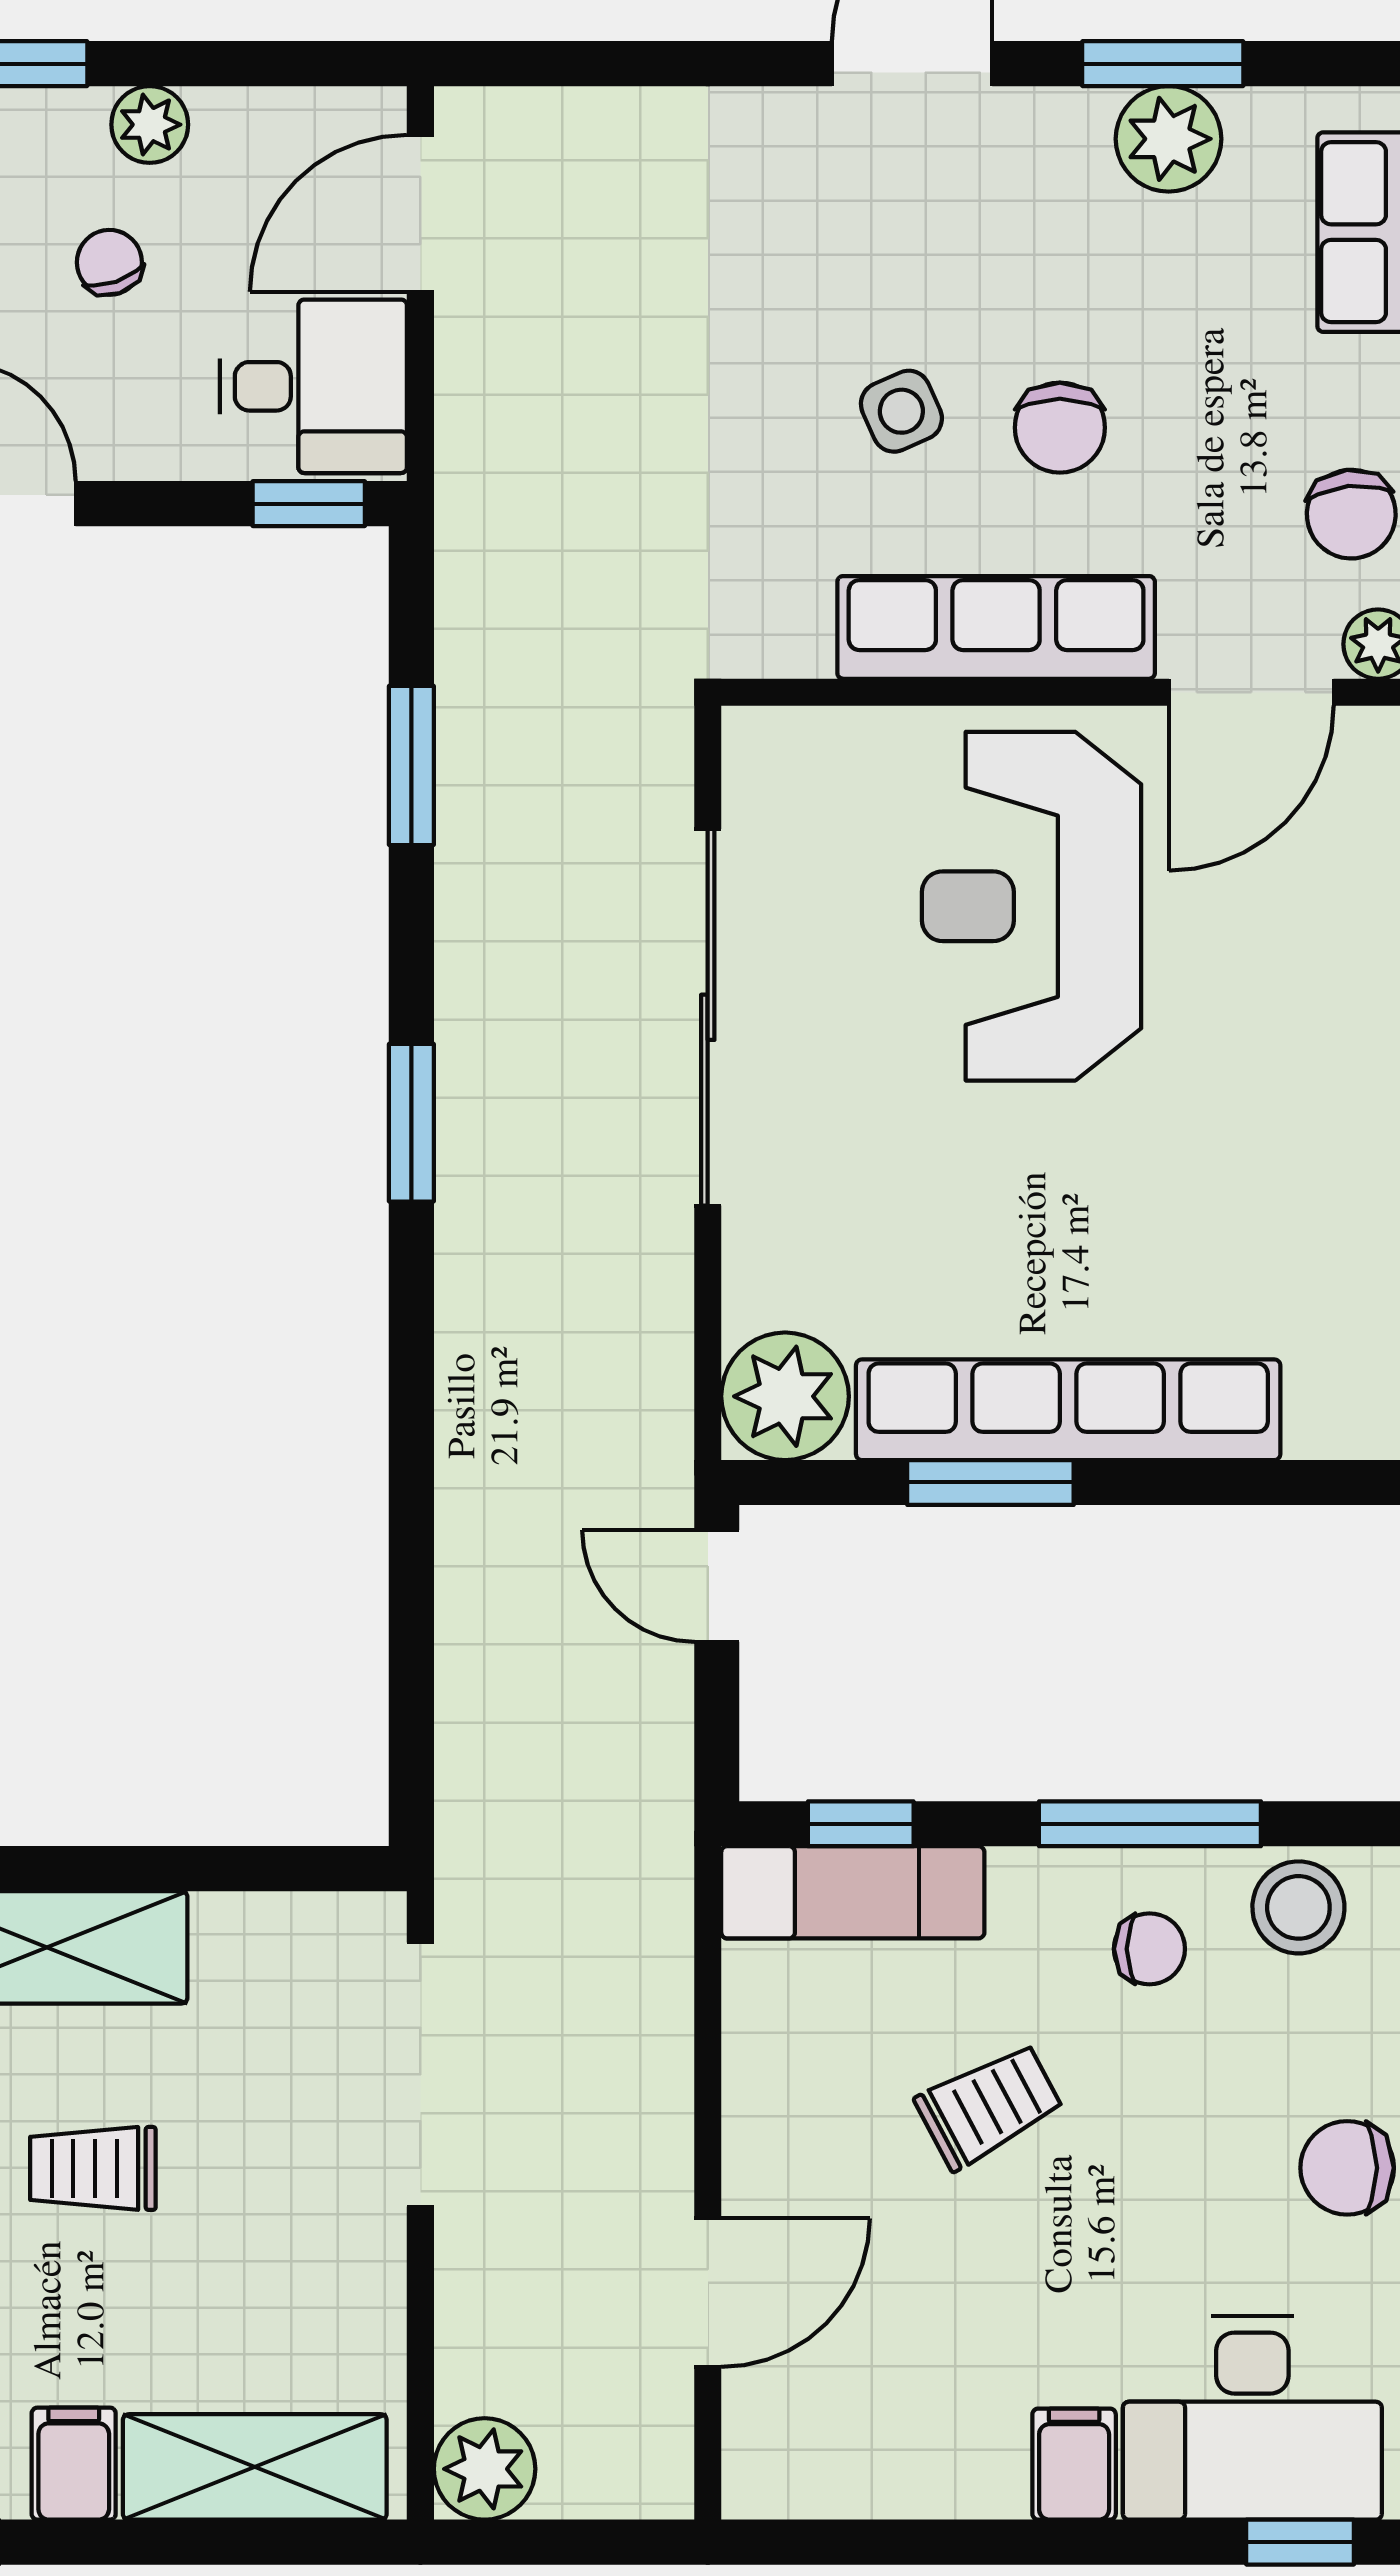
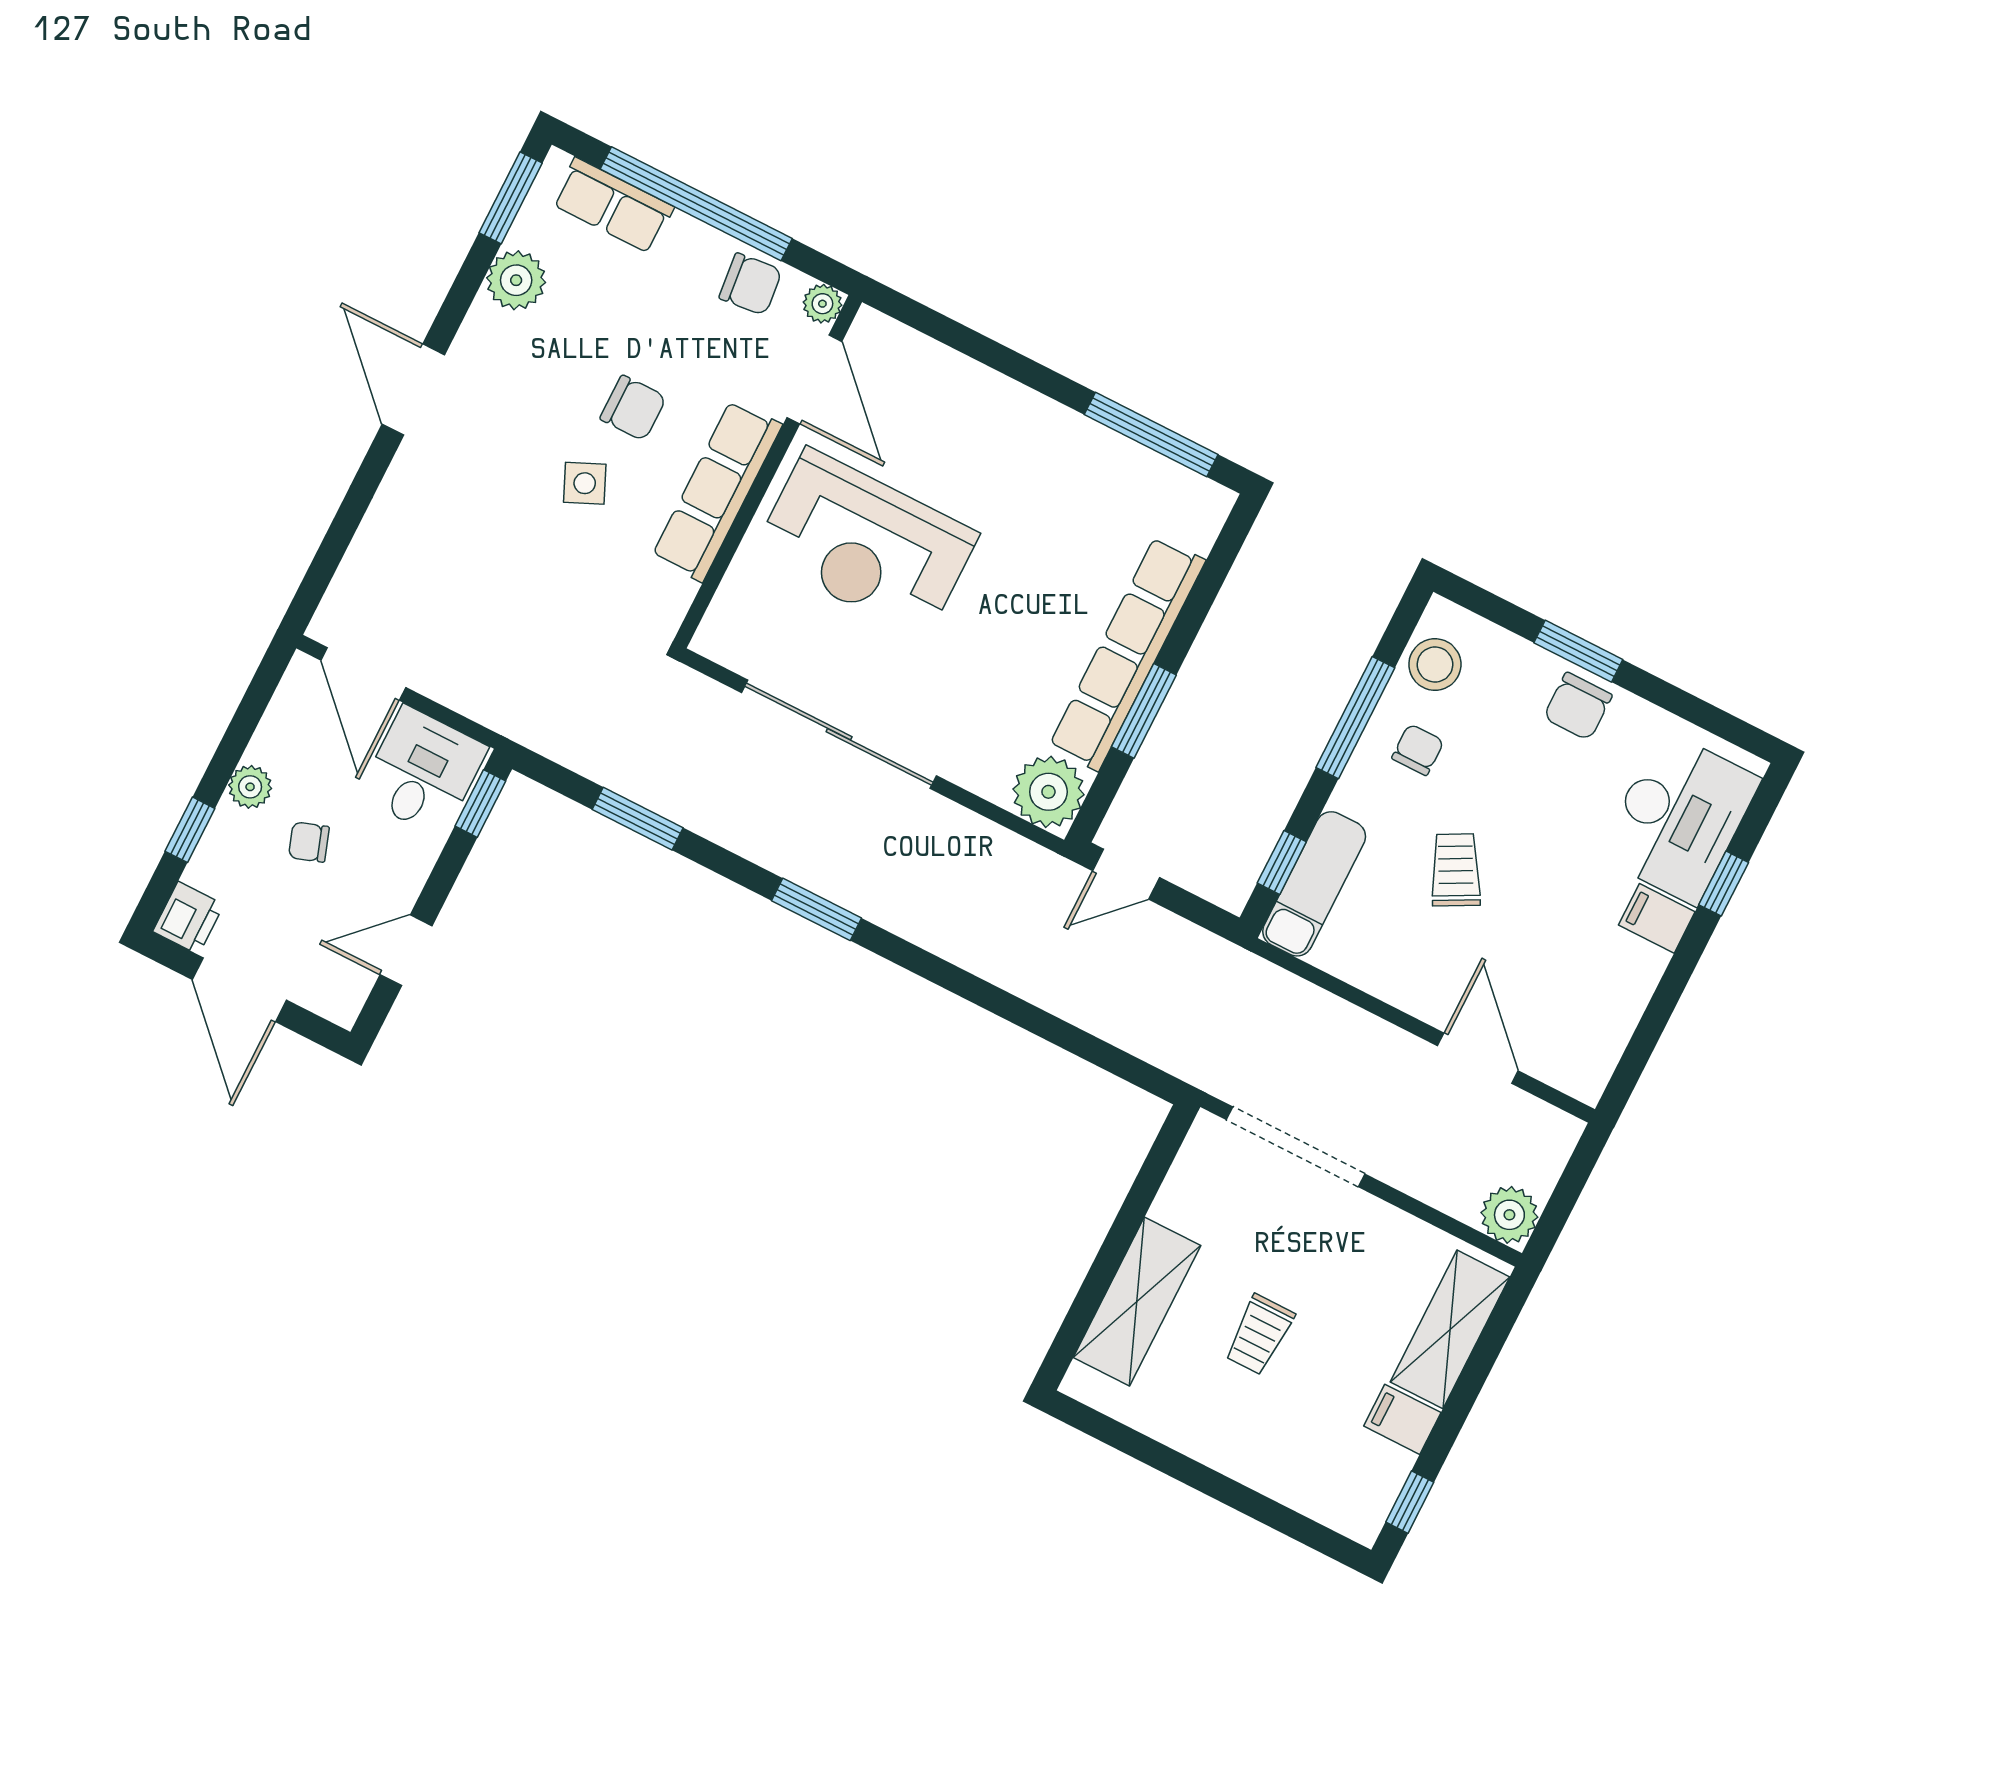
window: (1163, 64) -> (511, 198), moved
window: (1300, 2542) -> (1724, 884), moved

